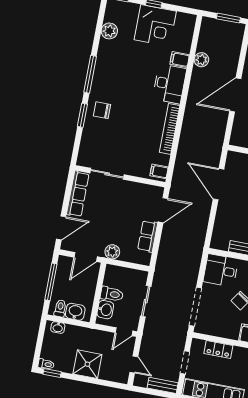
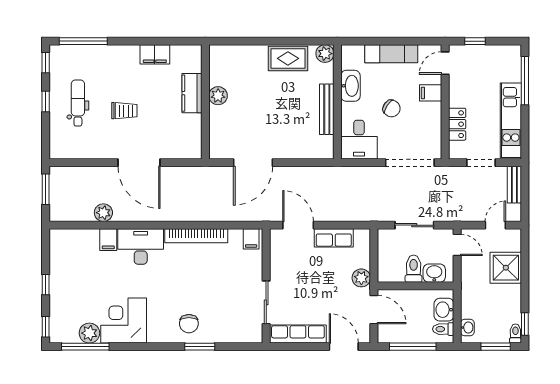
corner desk: (155, 25) -> (124, 320), moved, turned -90
window: (90, 74) -> (85, 347), moved
window: (39, 347) -> (496, 347), added
shower: (87, 364) -> (506, 268), moved

